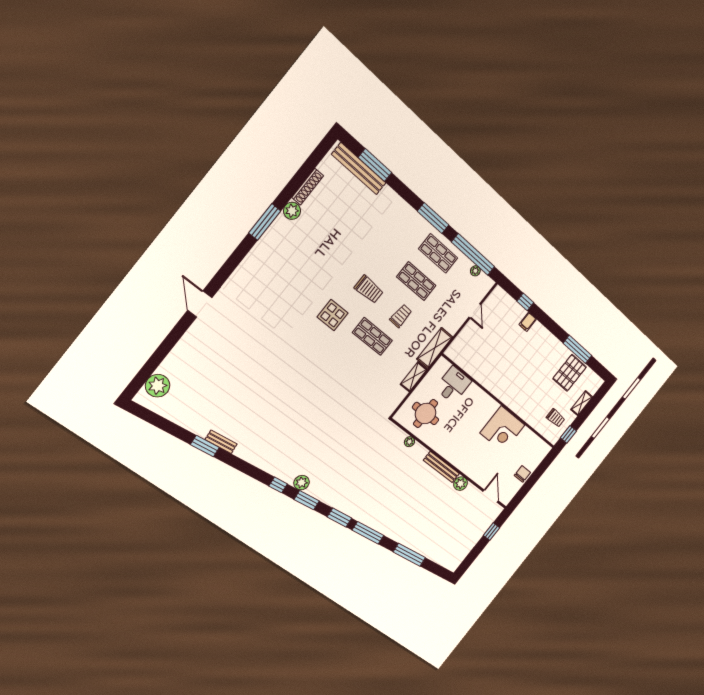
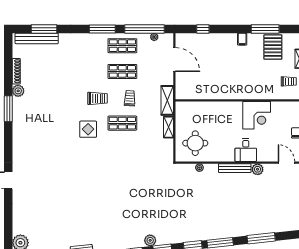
door: (475, 311) -> (174, 60), width x1.88
filing cabinet: (528, 322) -> (242, 39), moved
desk: (453, 385) -> (246, 150), moved, turned 180

